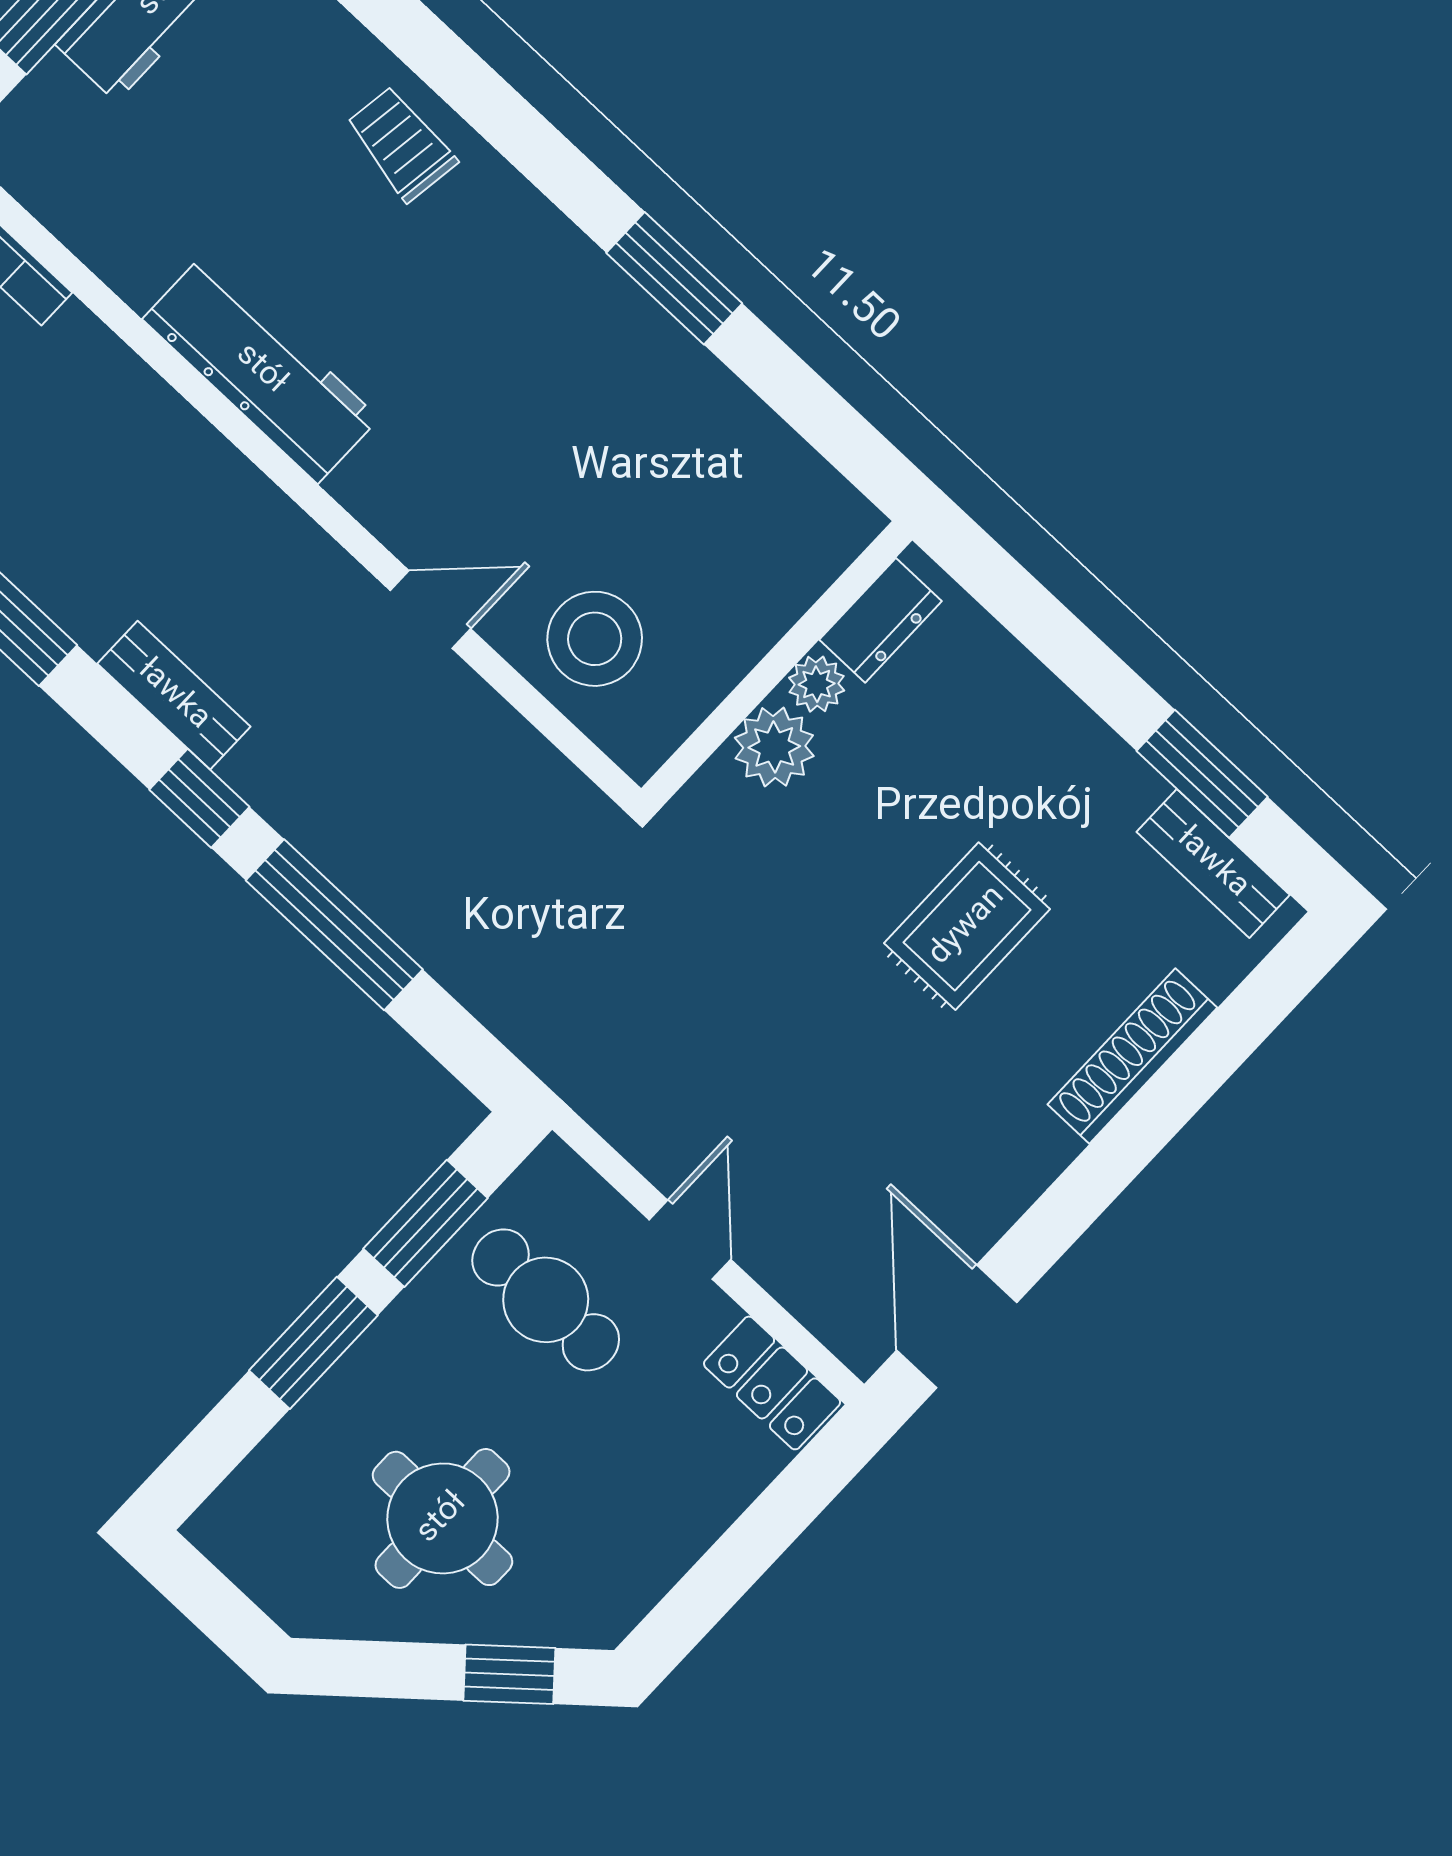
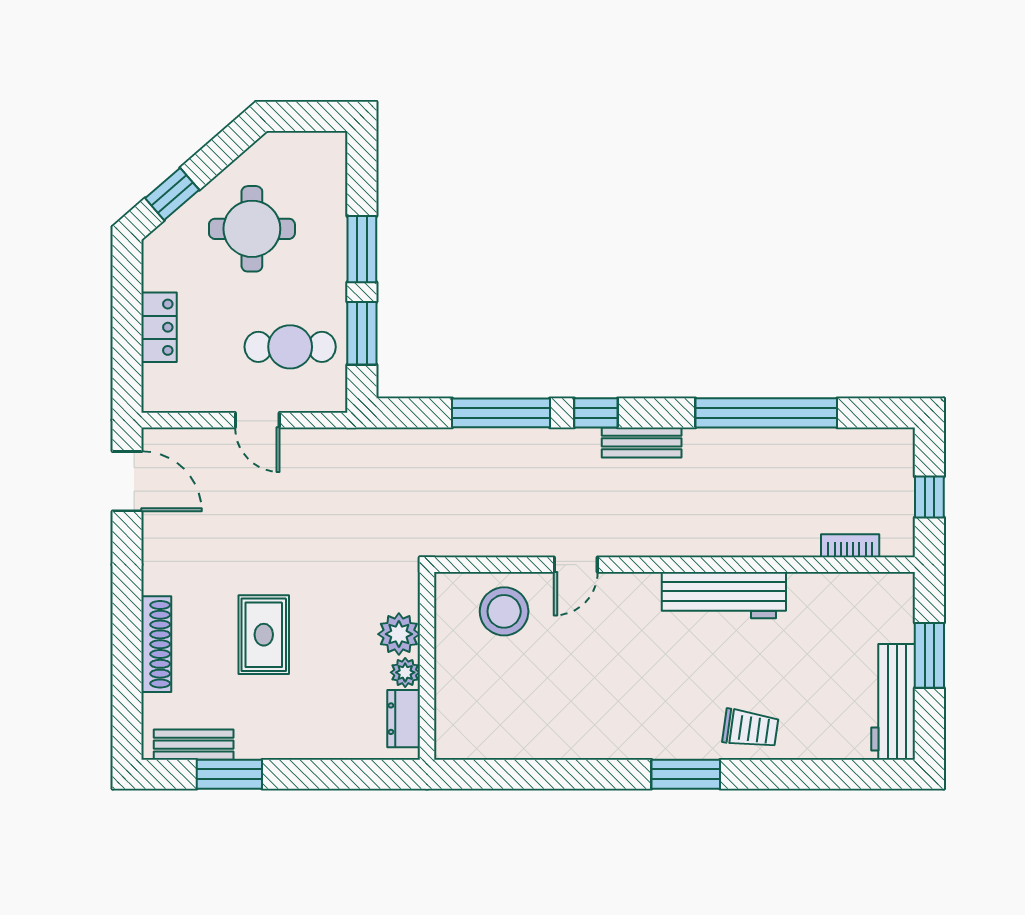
window: (674, 278) -> (686, 774), moved
locker: (772, 1383) -> (159, 327), moved, turned 90

